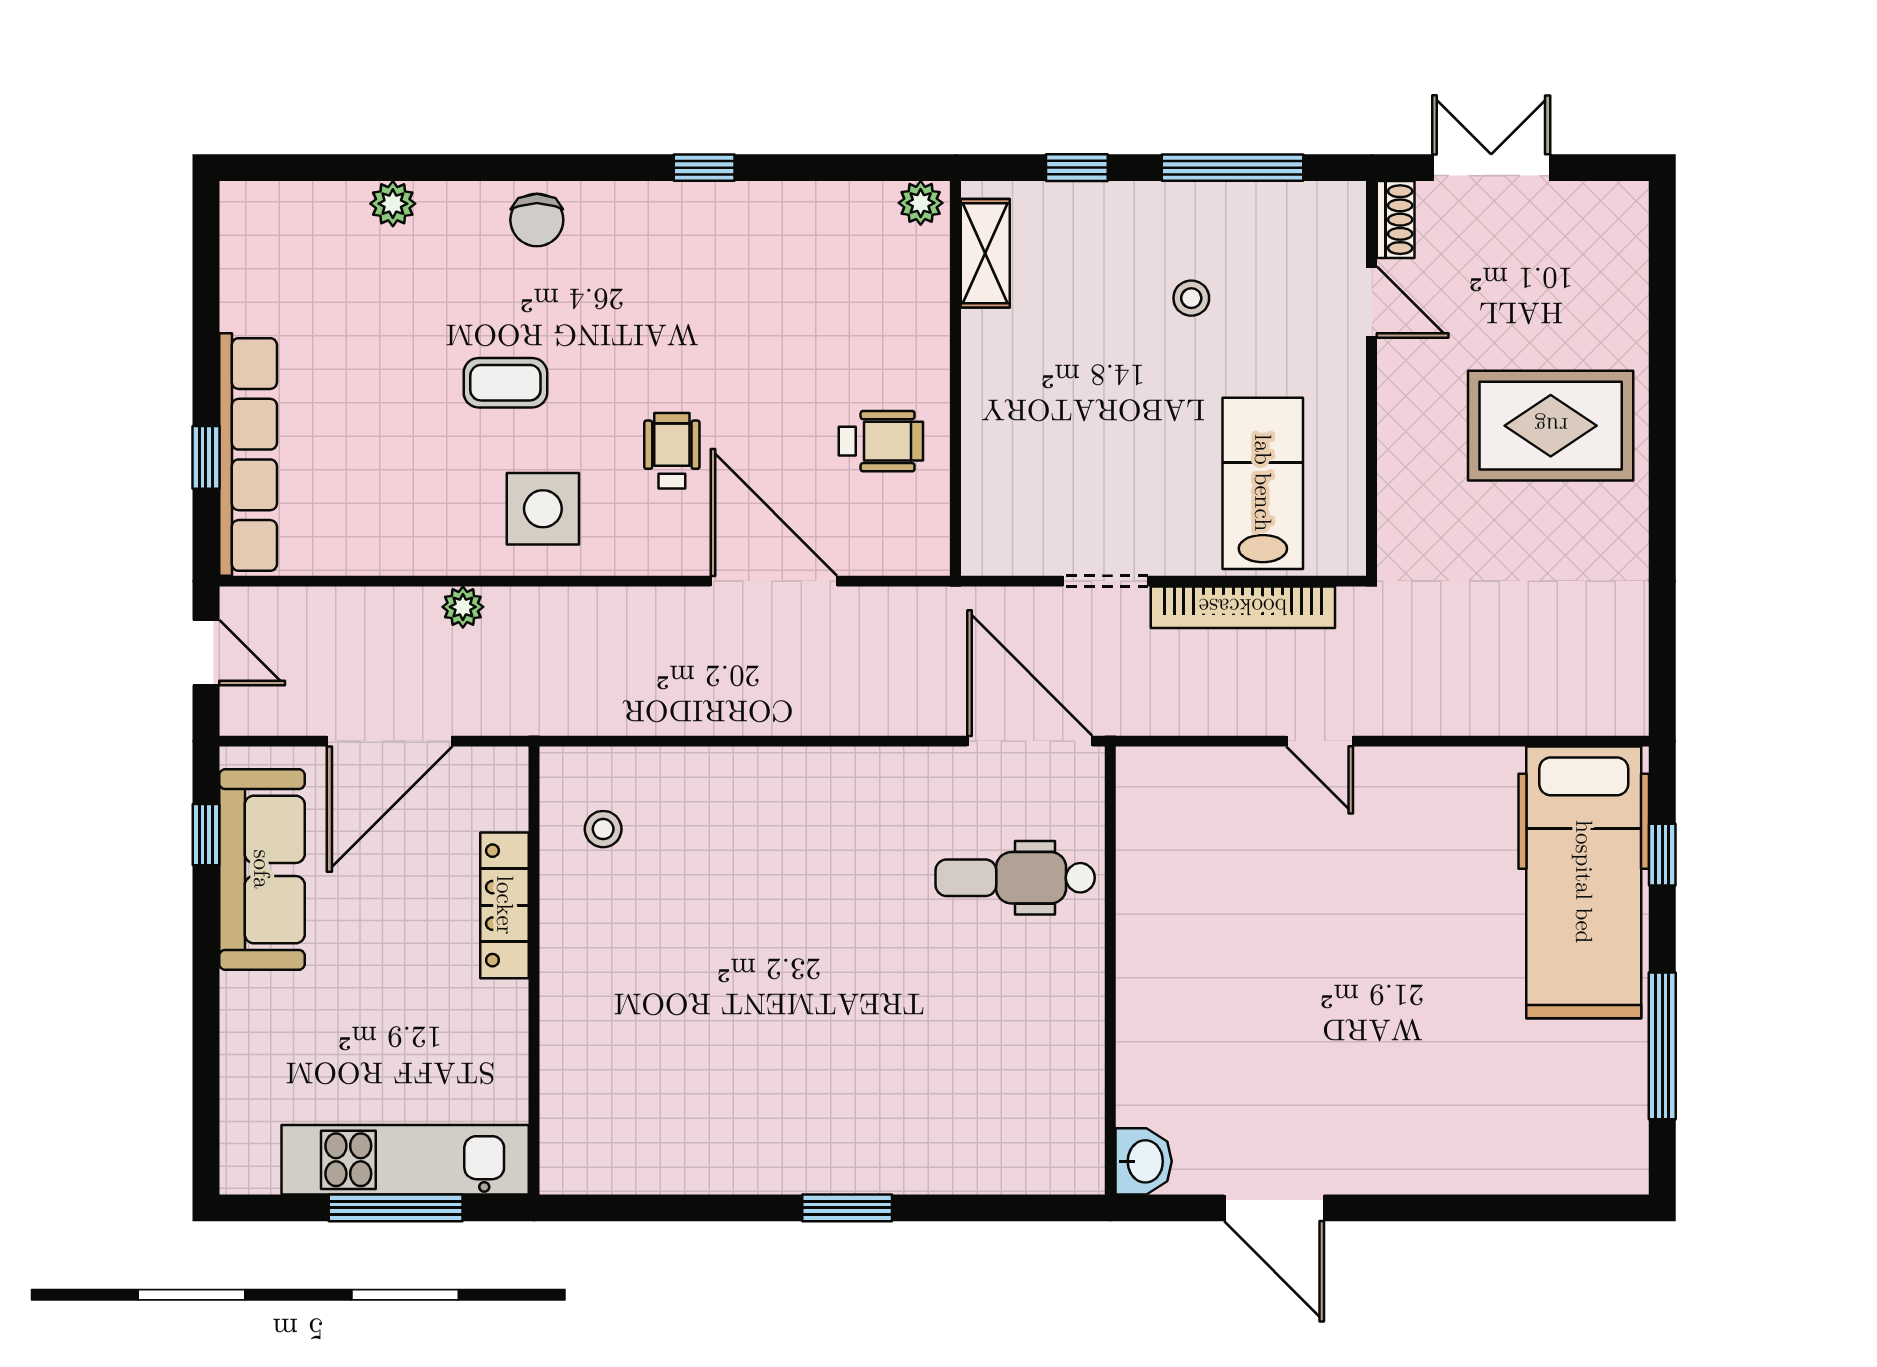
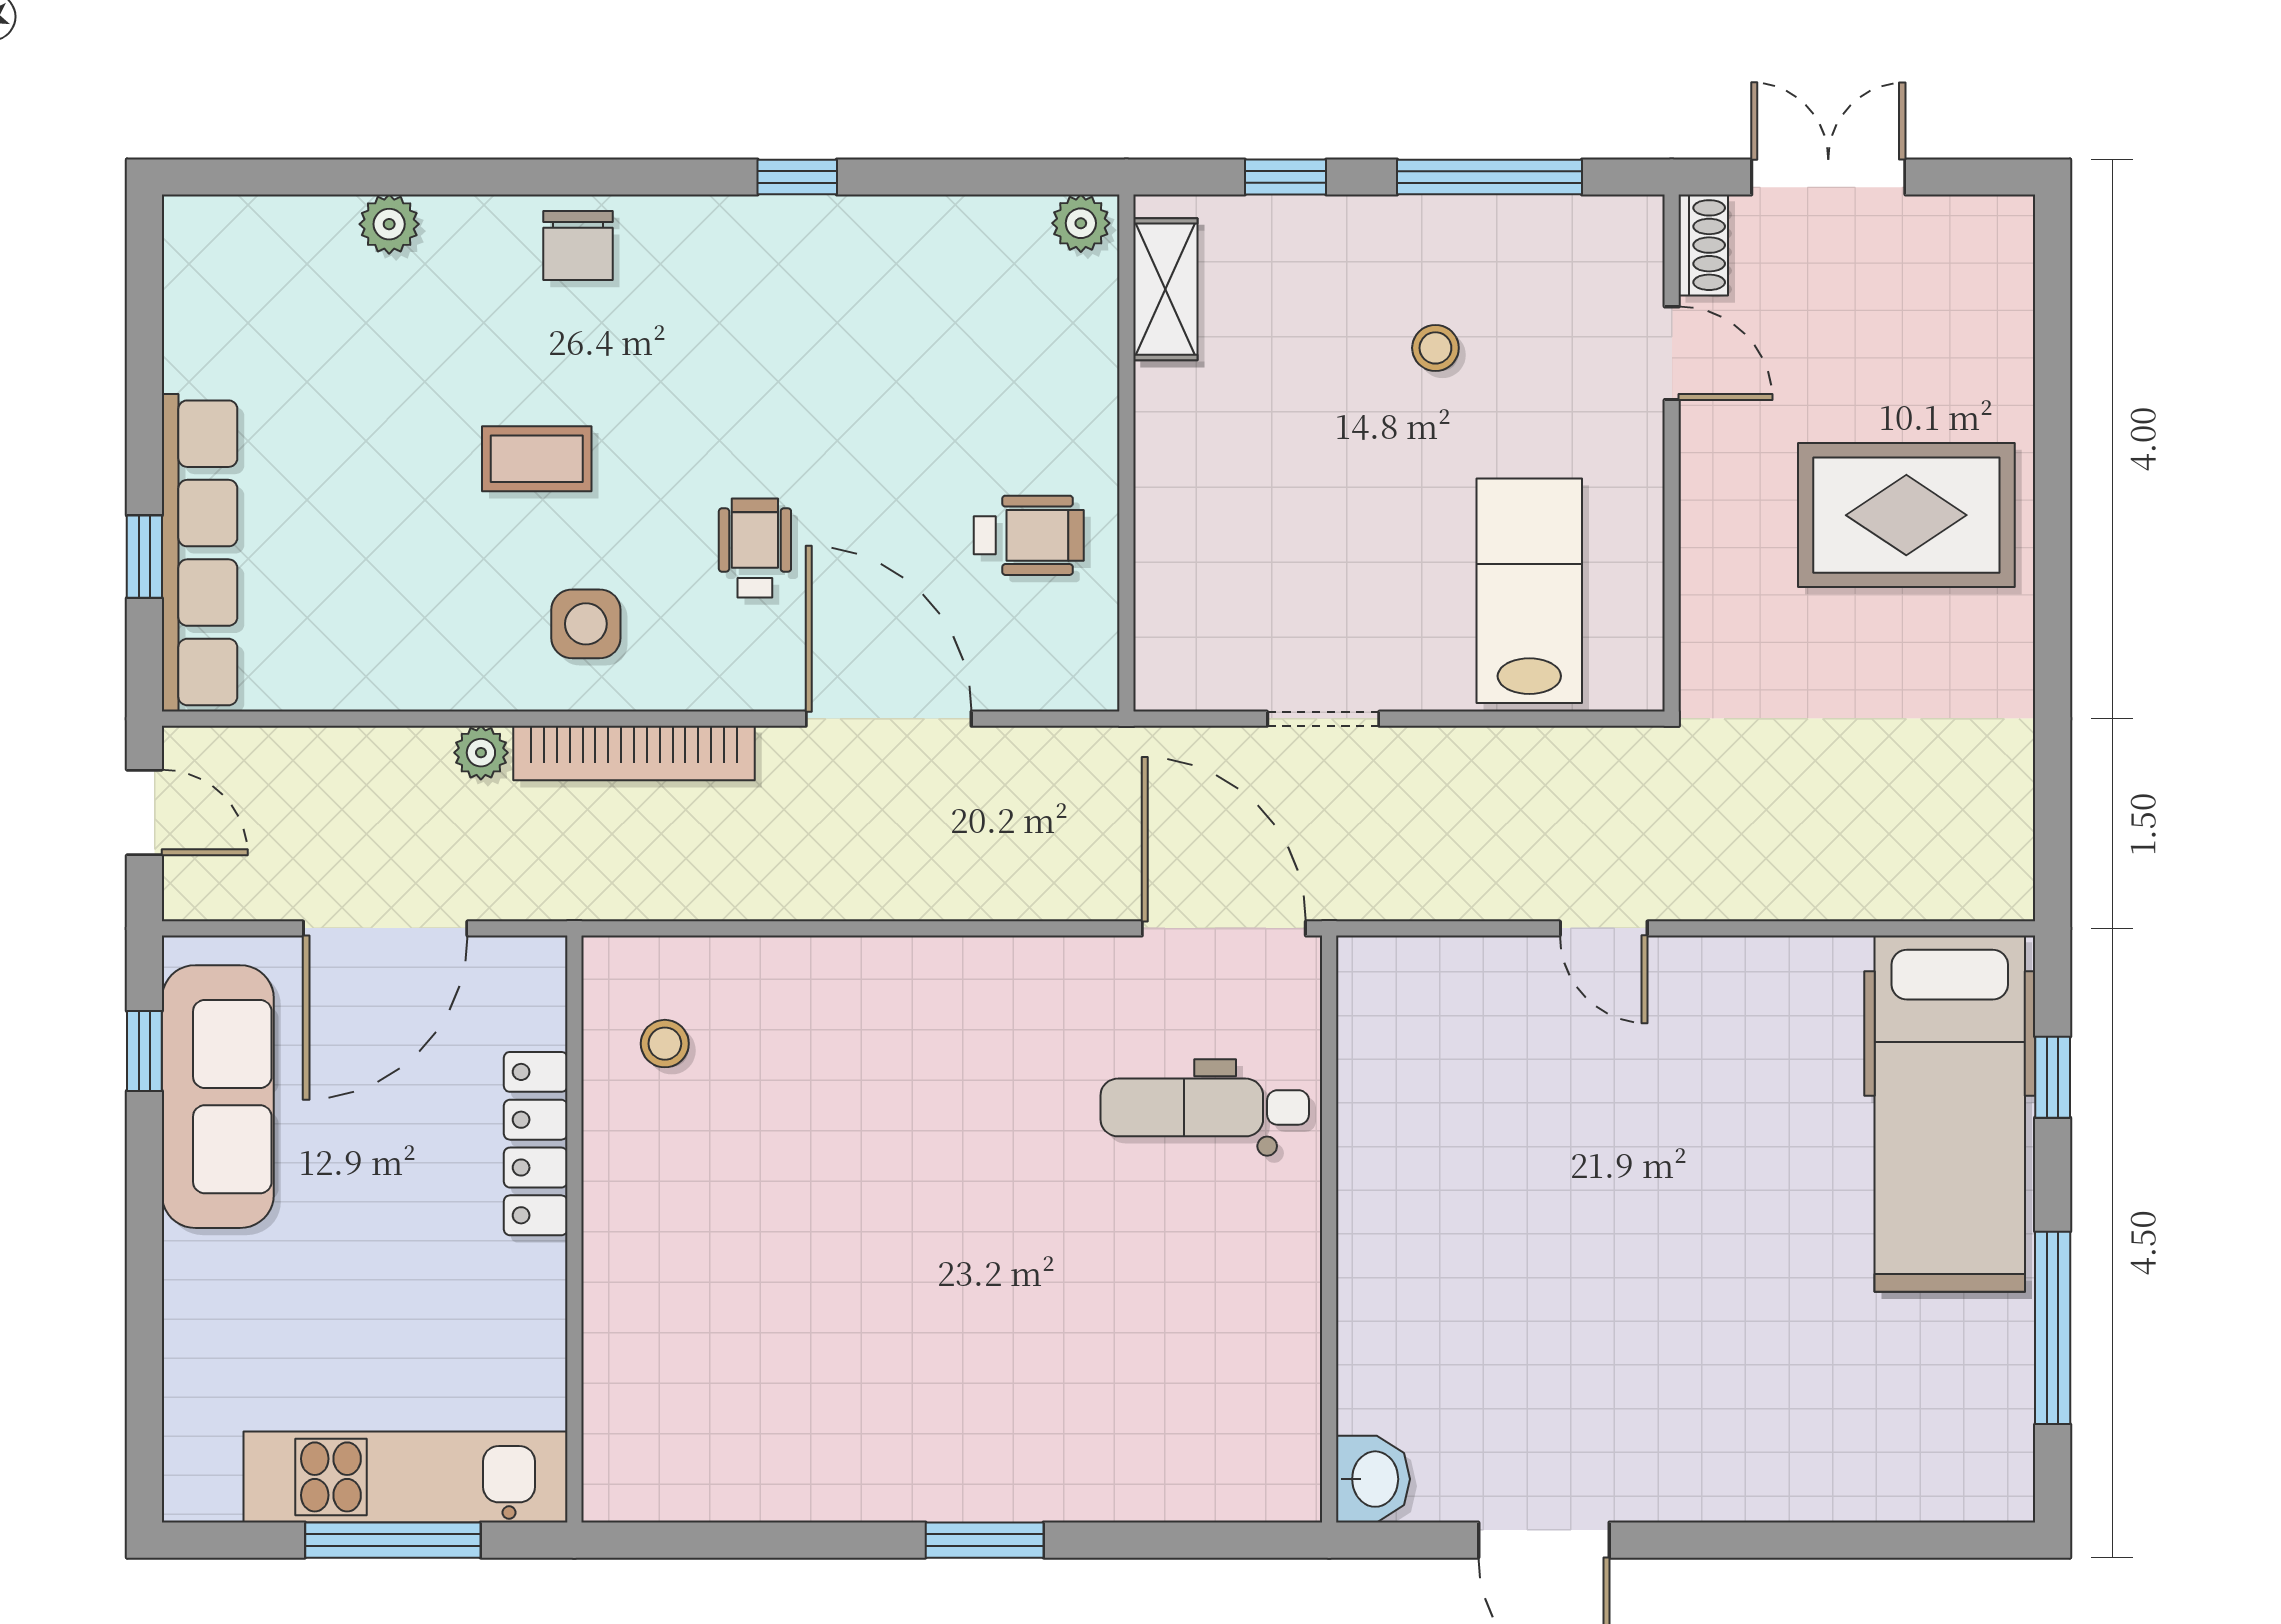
side table: (543, 509) -> (586, 624), width x0.73, depth x0.73
bookcase: (1243, 607) -> (634, 753), moved

